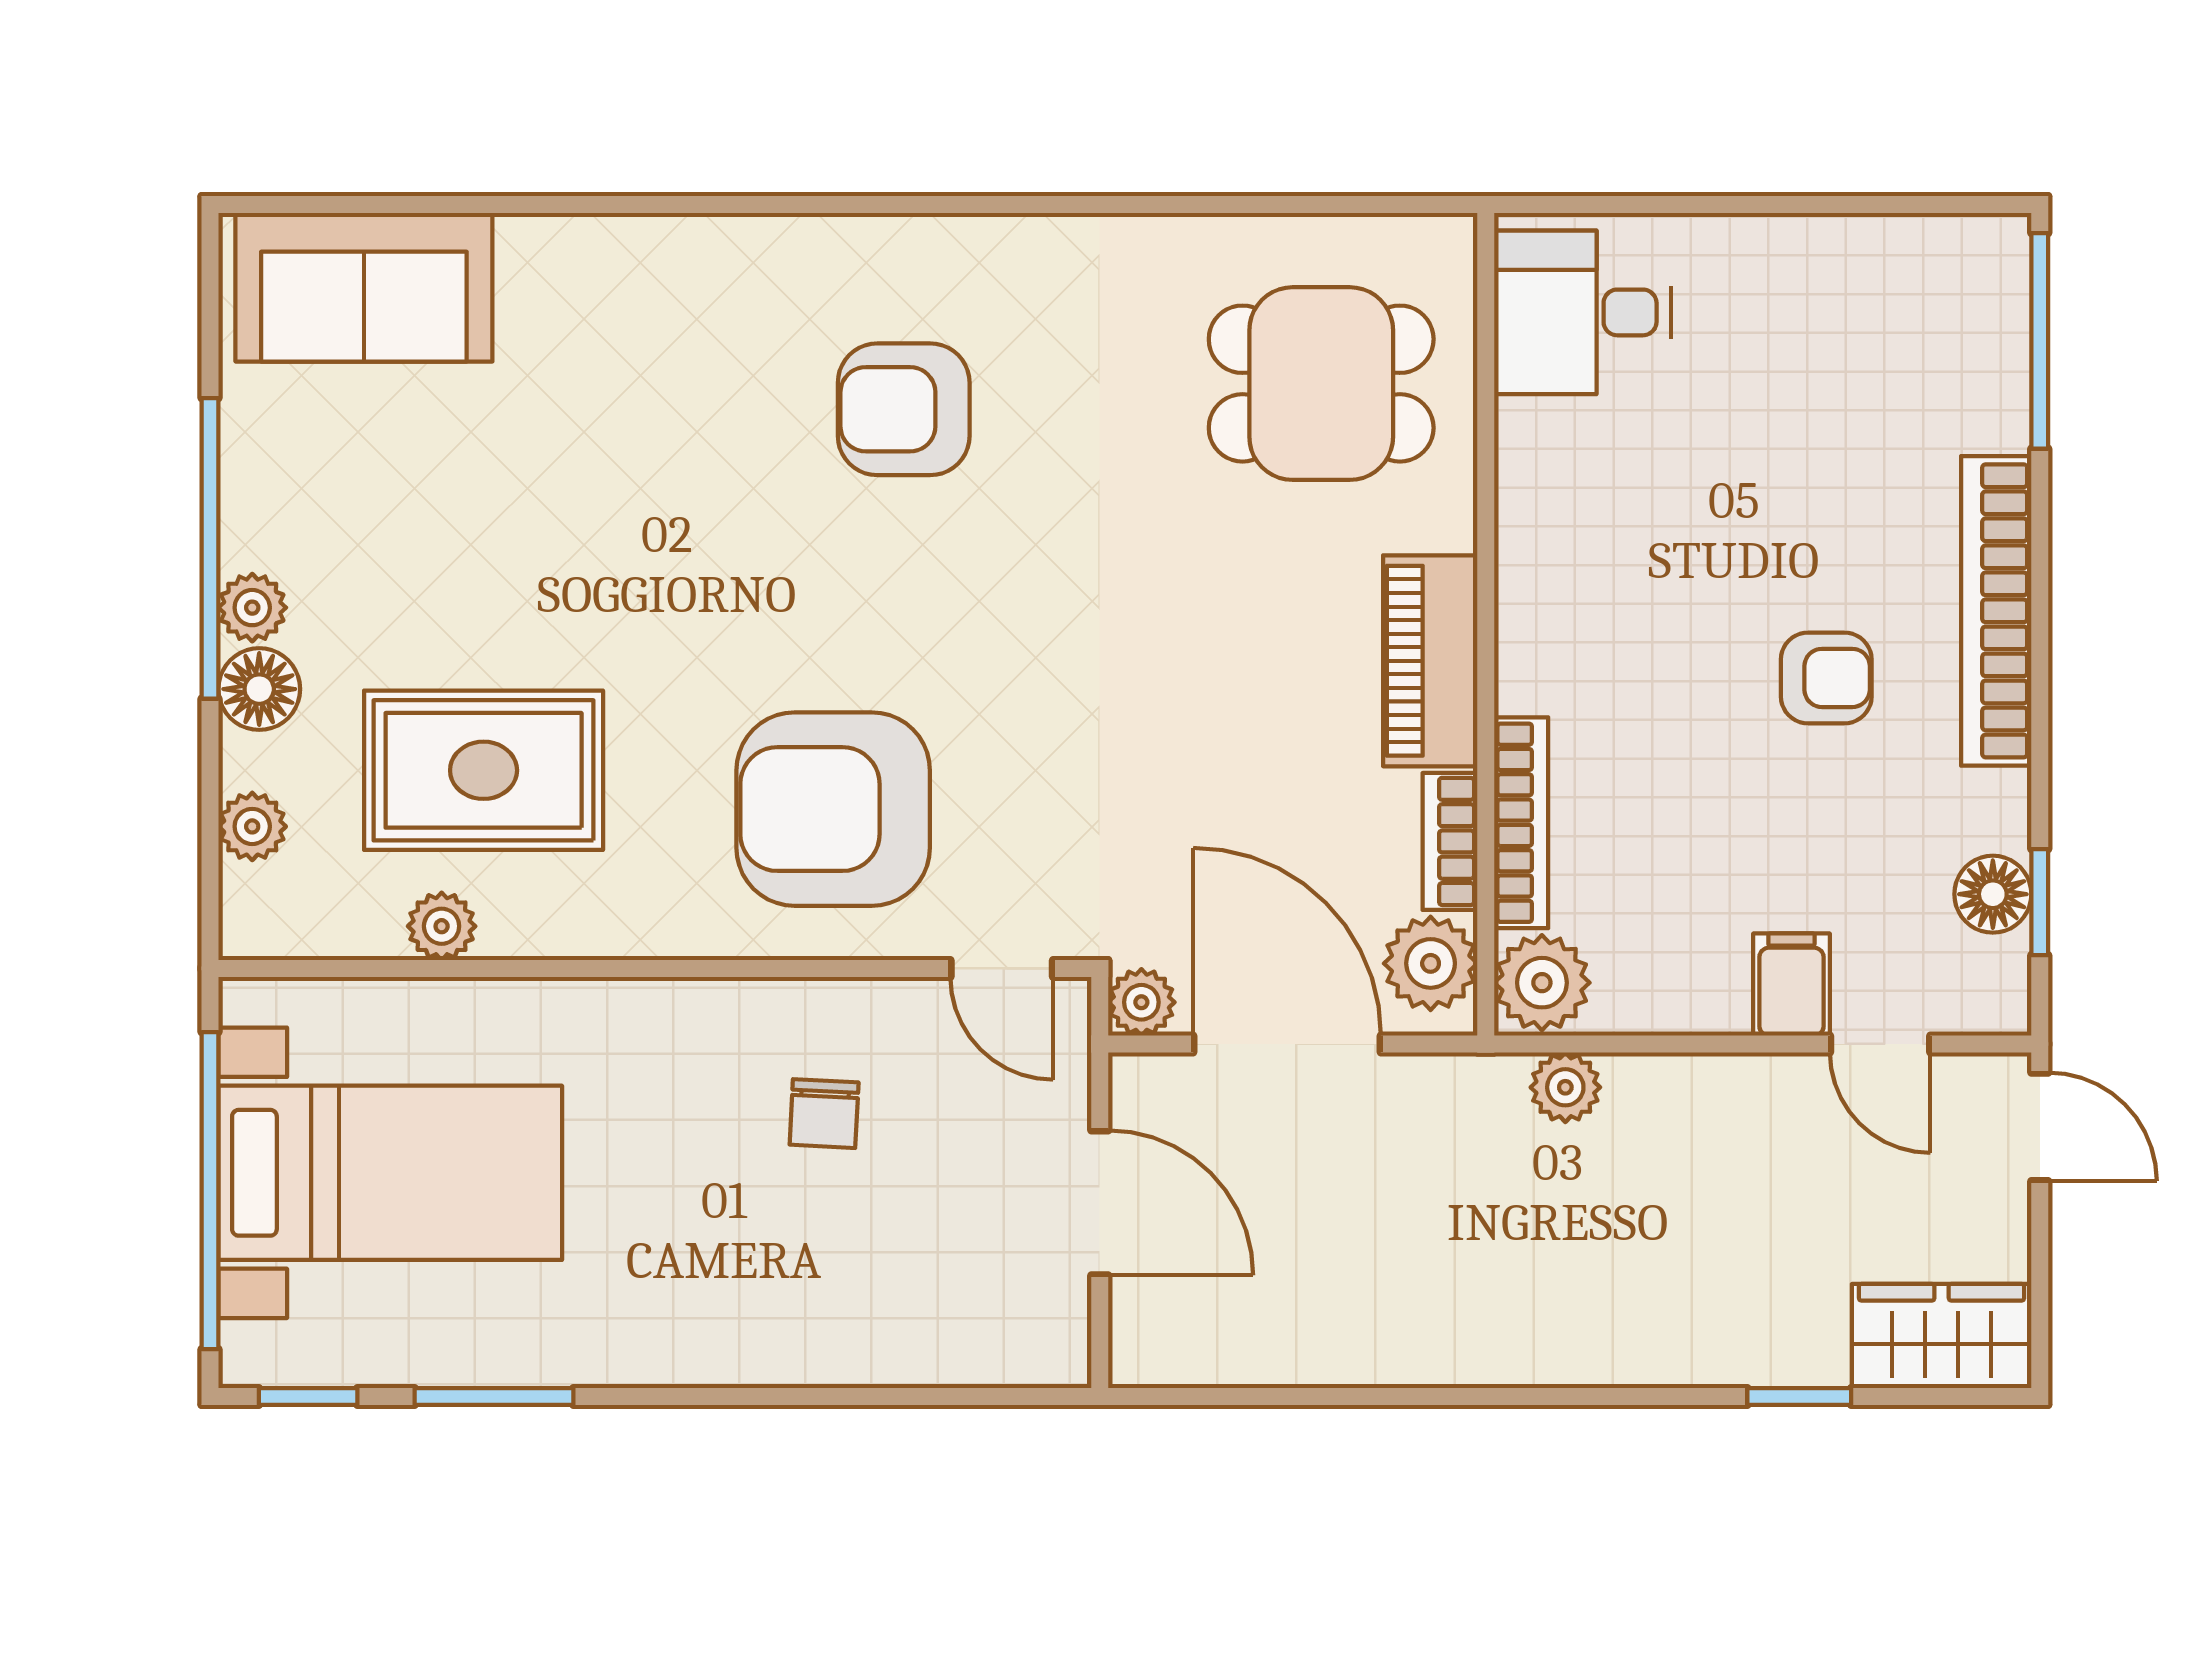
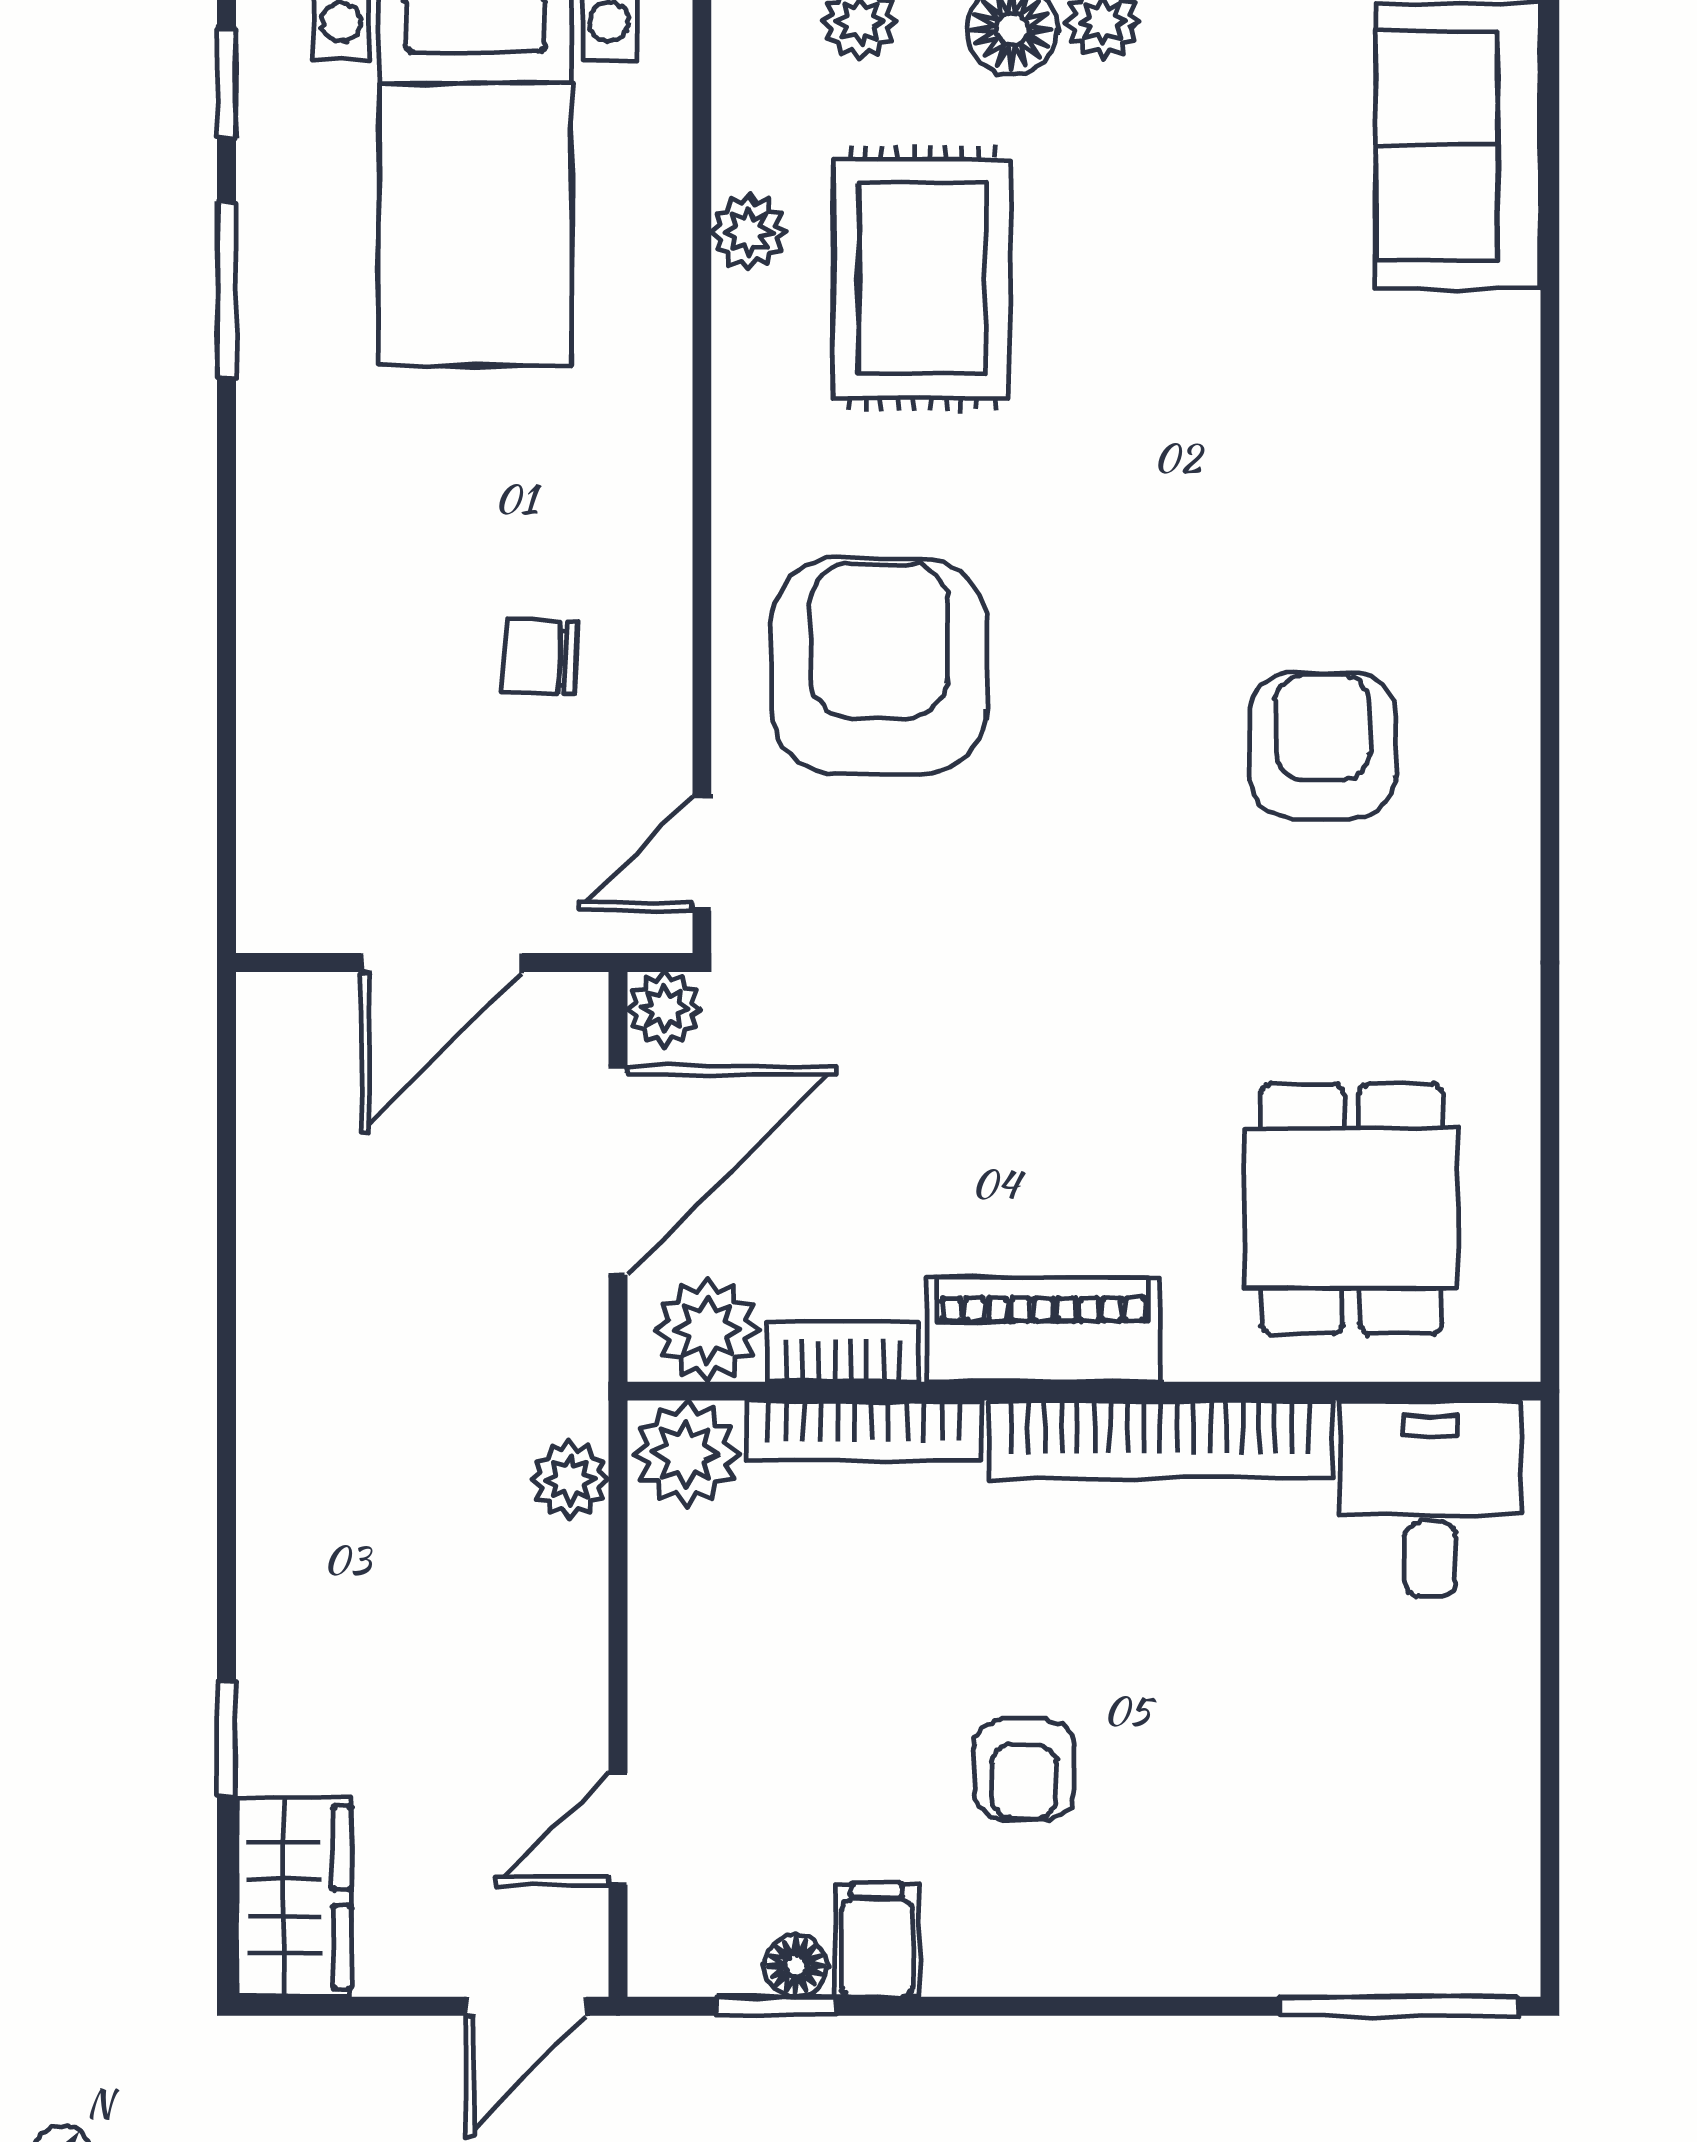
bookcase: (1996, 611) -> (1160, 1440), moved, turned 180
floor lamp: (1993, 894) -> (796, 1966), width x0.73, depth x0.73
filing cabinet: (1791, 985) -> (877, 1940), moved, turned -90

